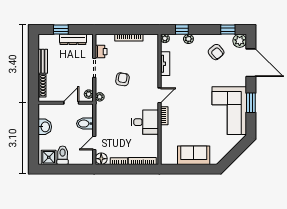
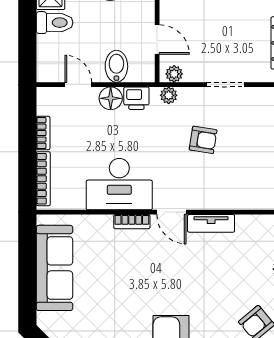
printer: (101, 52) -> (136, 98), moved
tv unit: (165, 64) -> (211, 223), moved
desk: (145, 122) -> (119, 184), width x1.37
sofa: (194, 155) -> (54, 268), width x1.36
floor lamp: (101, 159) -> (111, 98), moved

